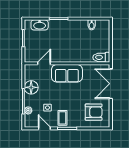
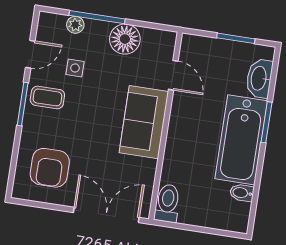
bathtub: (68, 29) -> (241, 140), added

